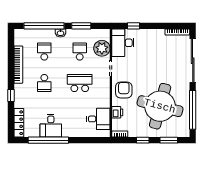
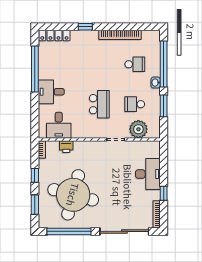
window: (134, 26) -> (164, 193), moved
desk: (123, 43) -> (148, 174), moved, turned 90
school desk: (80, 52) -> (135, 104), turned 180
school desk: (44, 83) -> (99, 64), removed
armchair: (124, 90) -> (91, 154), removed
desk: (51, 126) -> (51, 92), moved

